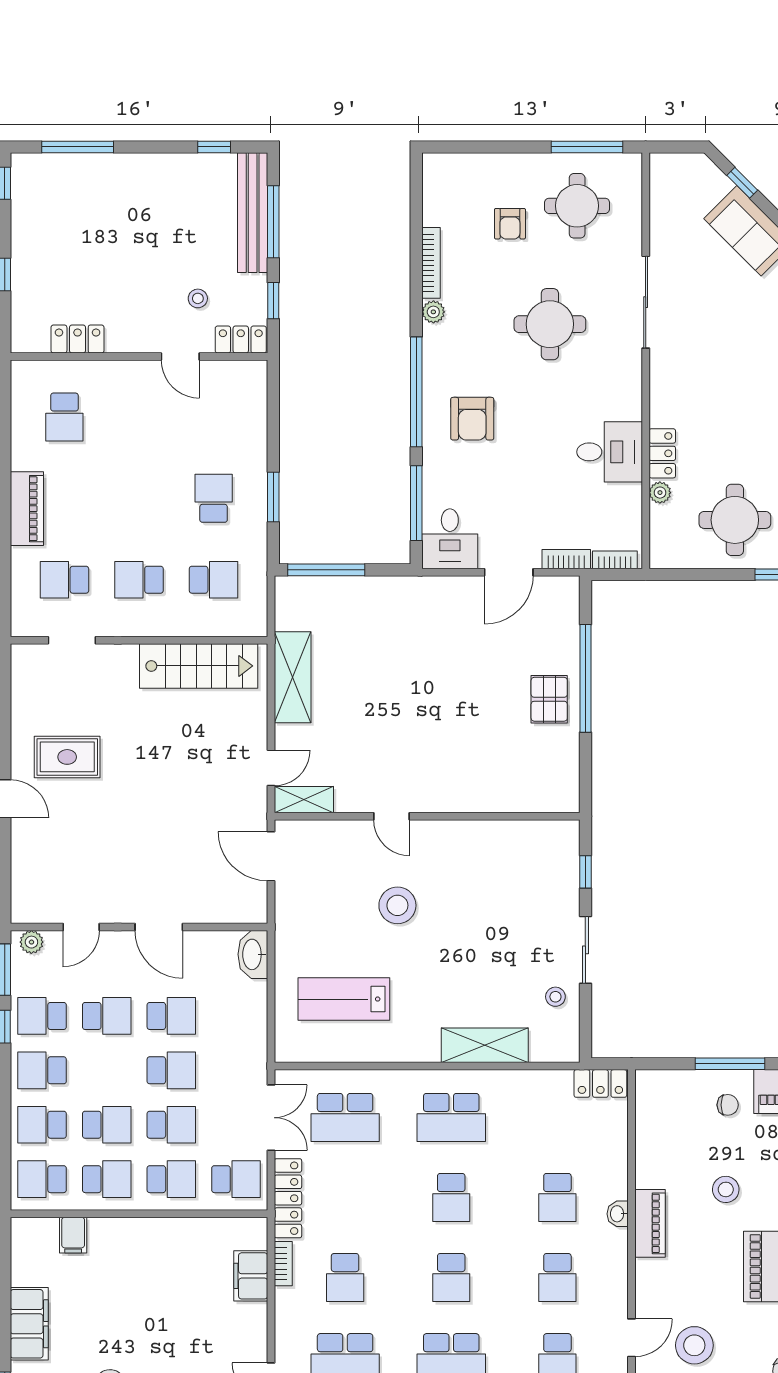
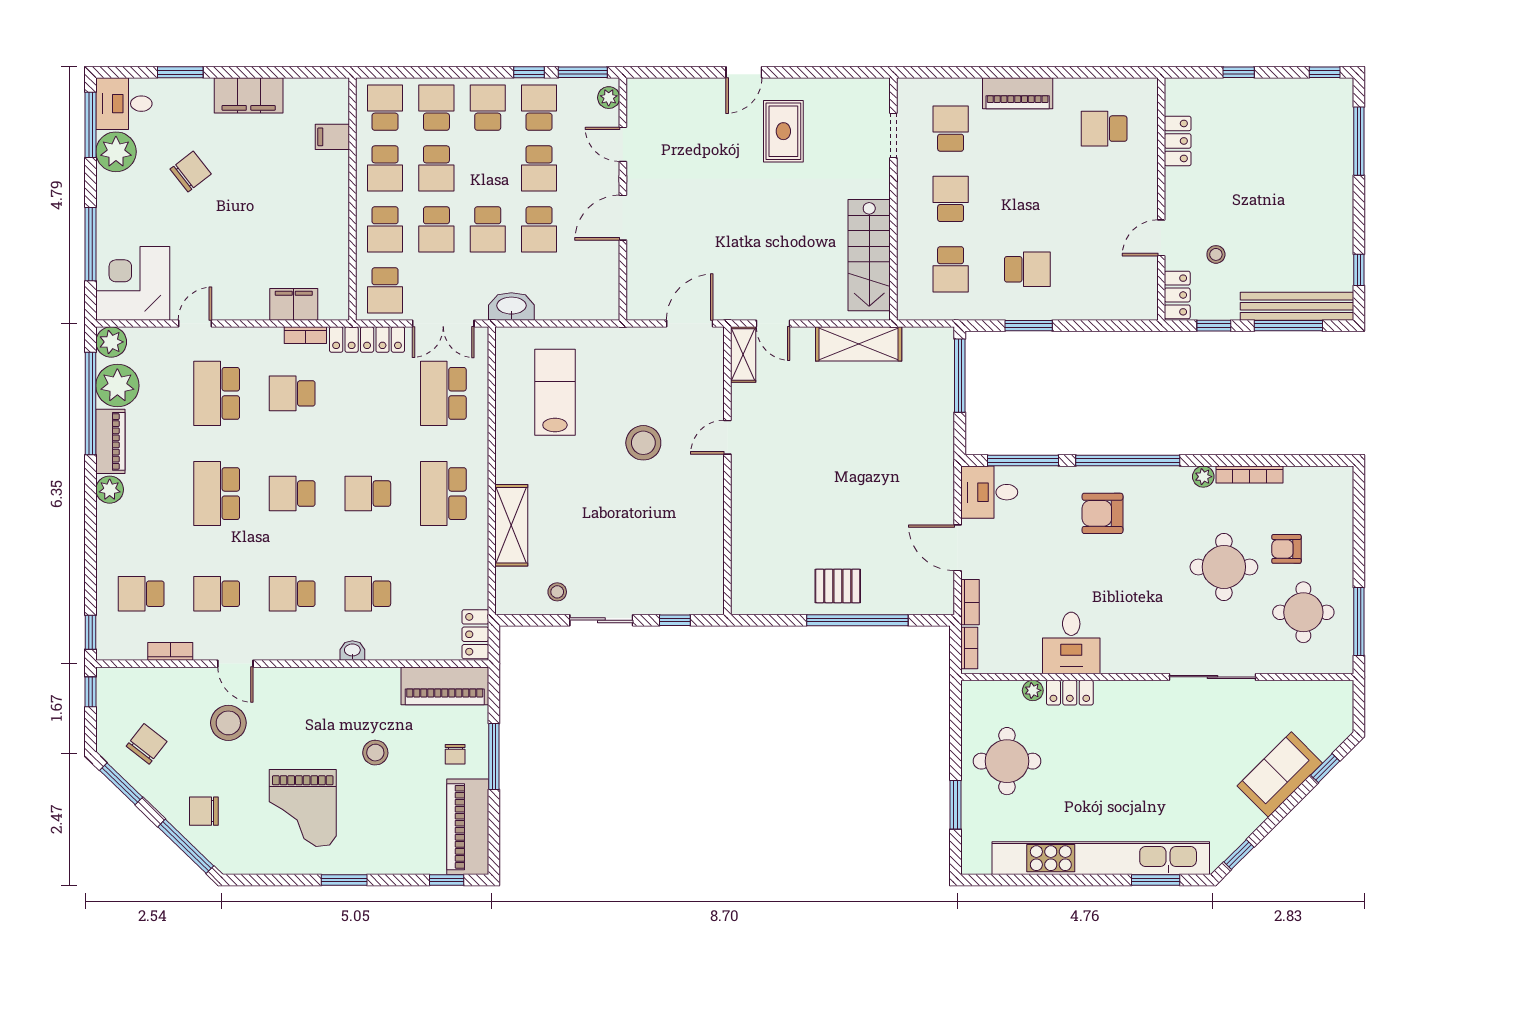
round table: (550, 324) -> (1224, 567), moved
washbasin: (253, 954) -> (511, 306), moved
piano: (650, 1223) -> (445, 686), moved, width x1.37, depth x1.33

